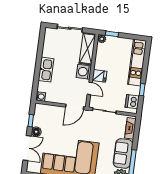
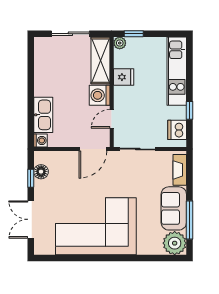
kitchen sink: (46, 70) -> (43, 115), moved
fridge: (99, 76) -> (124, 77), moved
door: (90, 88) -> (112, 119), swing flipped
floor lamp: (36, 132) -> (41, 172), moved
double door: (27, 148) -> (31, 219), swing flipped

